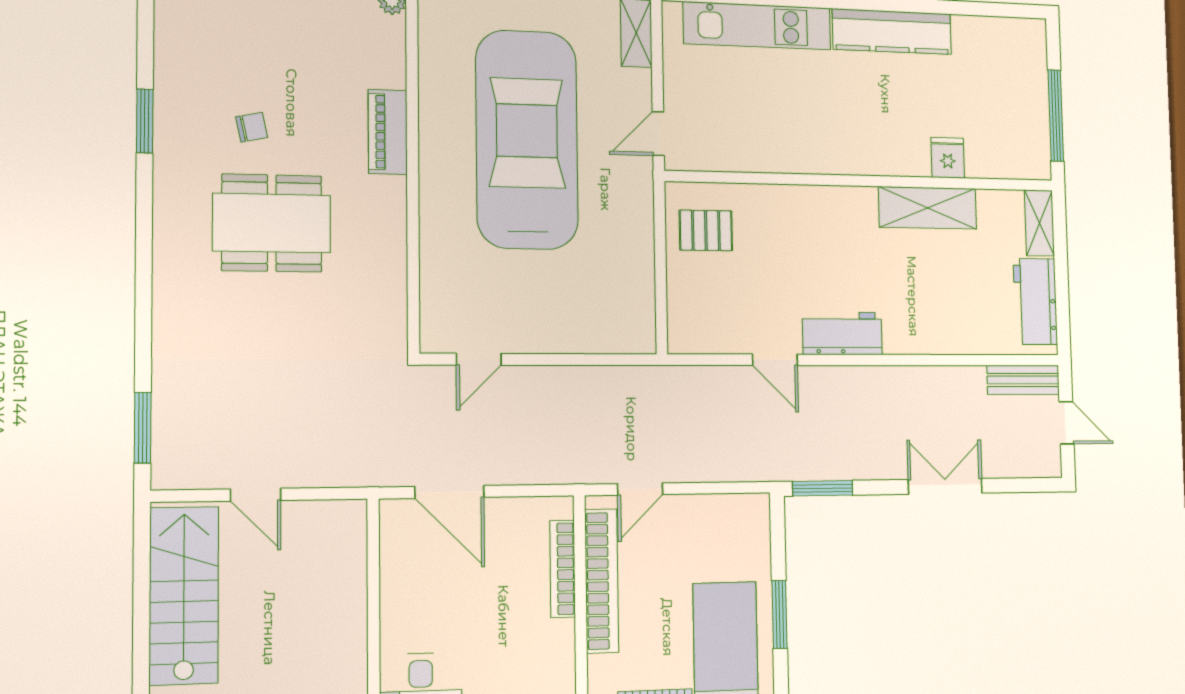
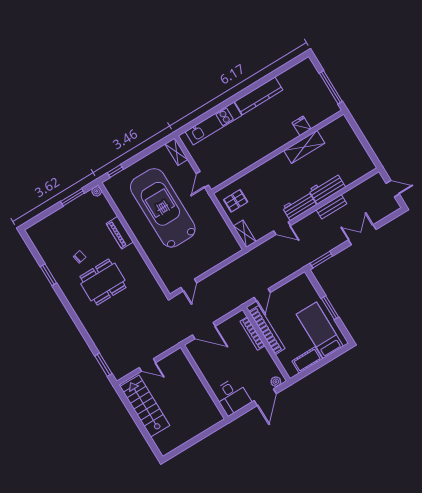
shelving: (1039, 223) -> (245, 234), moved
workbench: (1035, 301) -> (327, 188), moved, turned 90
bench: (1023, 380) -> (331, 207), moved

